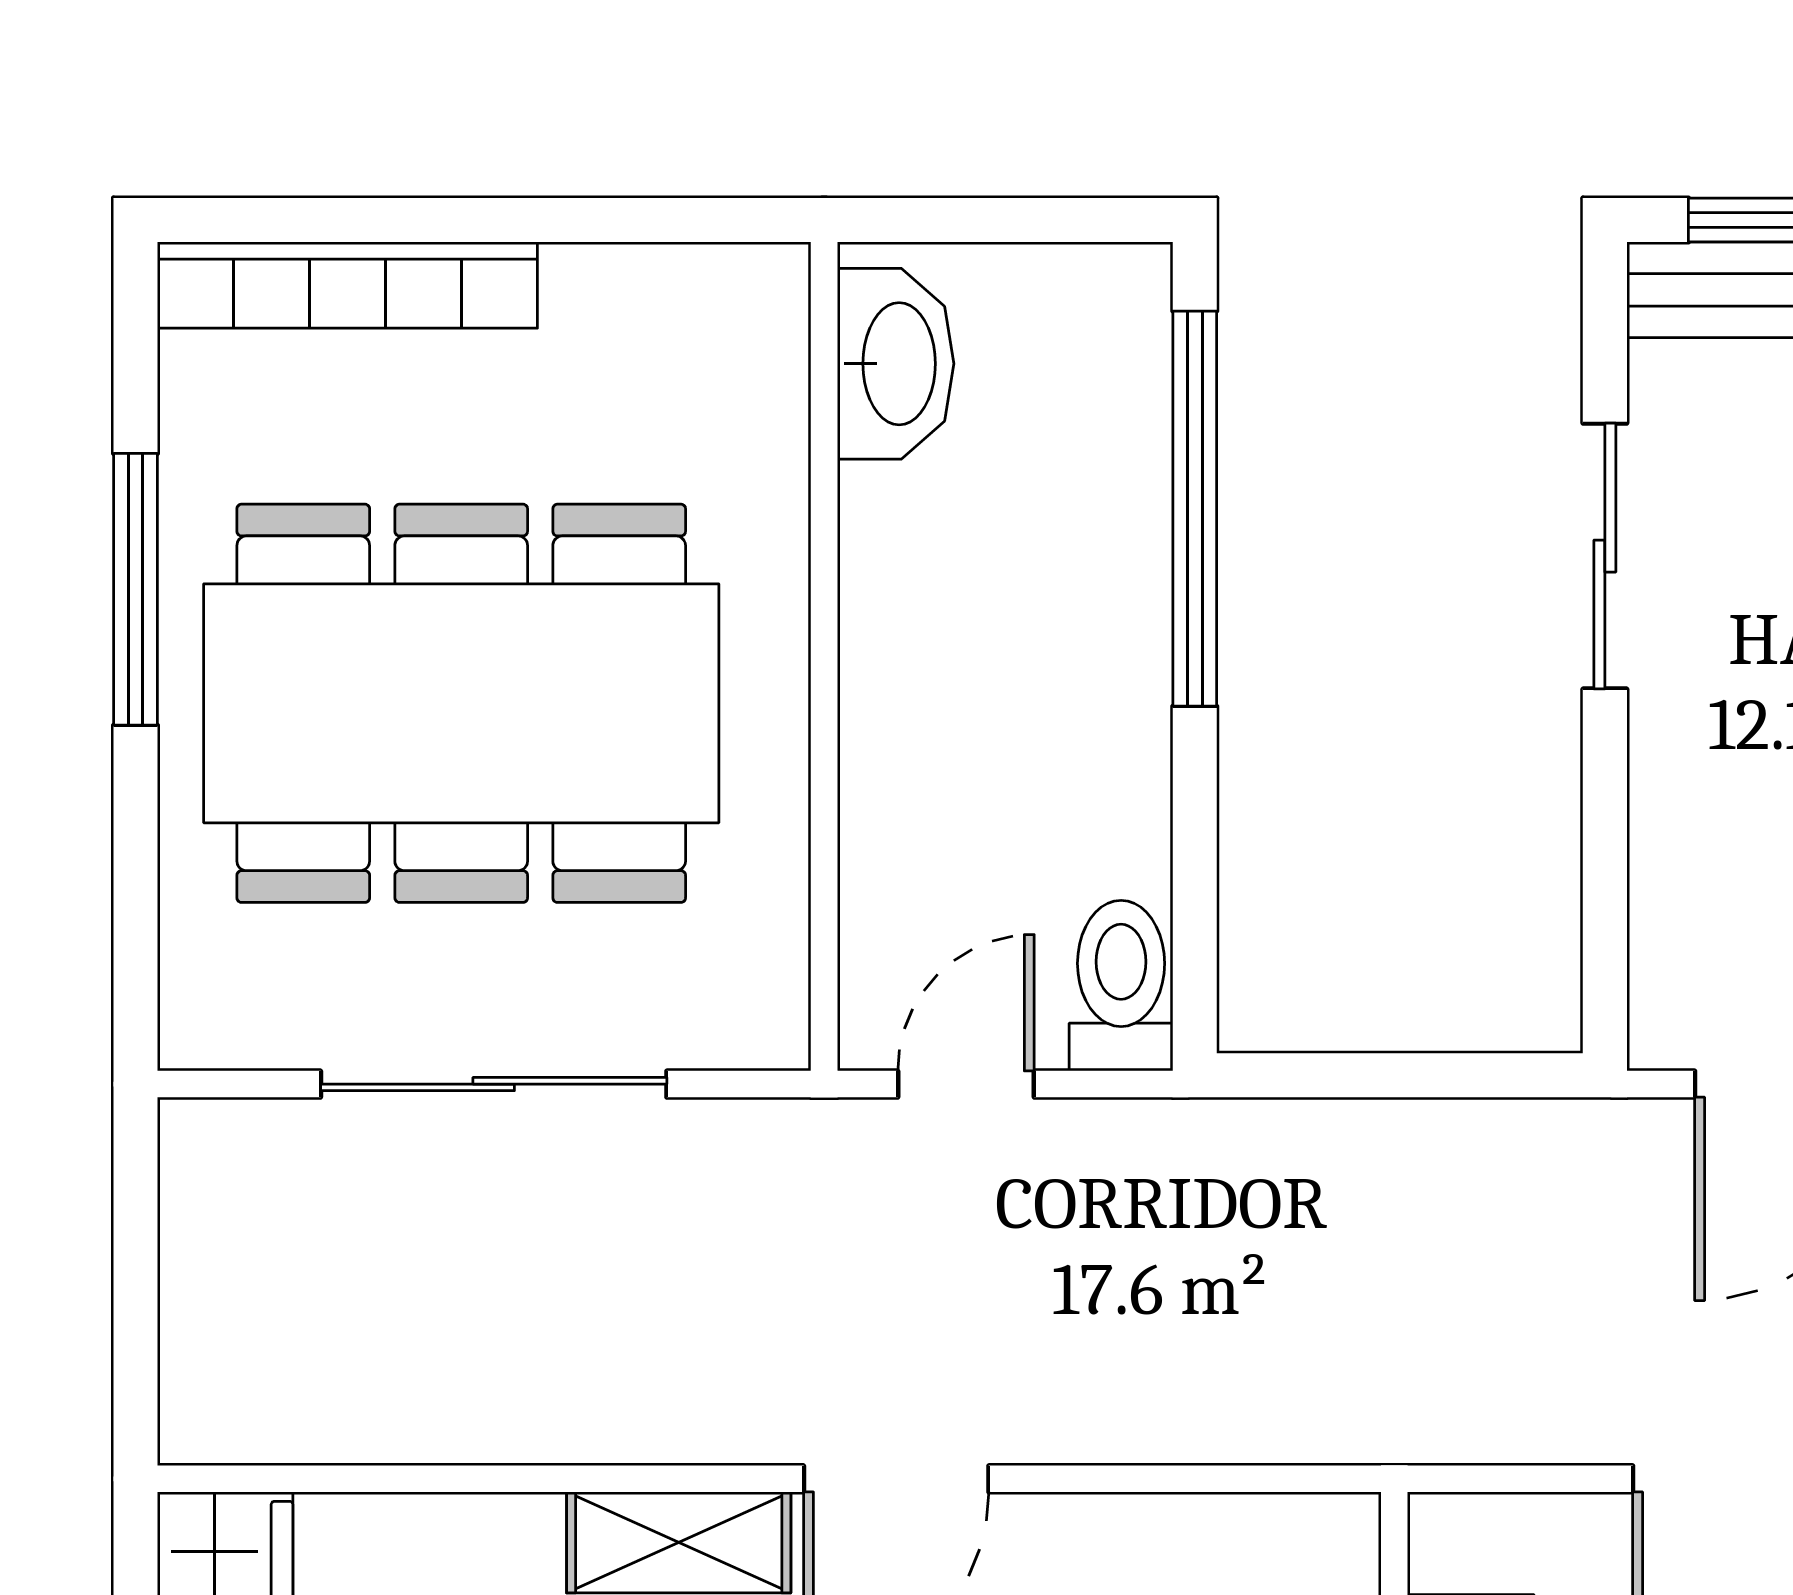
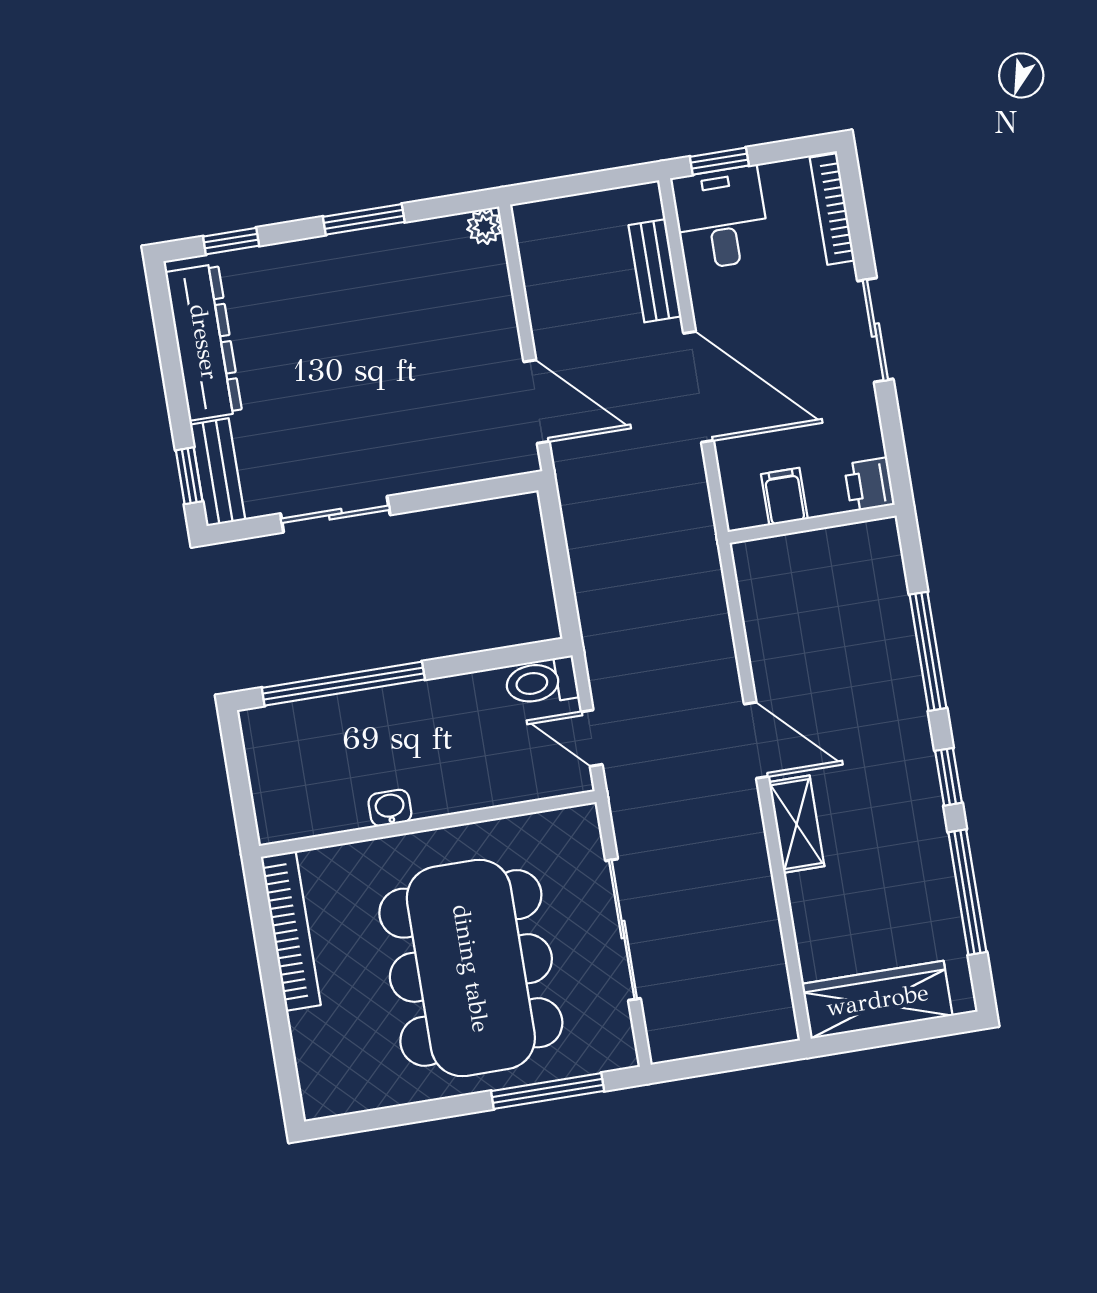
bookcase: (347, 285) -> (291, 931), moved
washbasin: (896, 364) -> (390, 808), moved, width x0.52, depth x0.69
window: (136, 589) -> (548, 1091), moved

